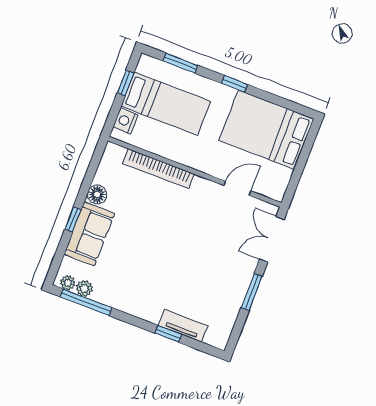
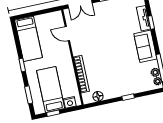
bed: (266, 130) -> (29, 39), width x0.67
floor lamp: (97, 194) -> (98, 96), moved
sofa: (89, 234) -> (145, 46), moved, turned -90

